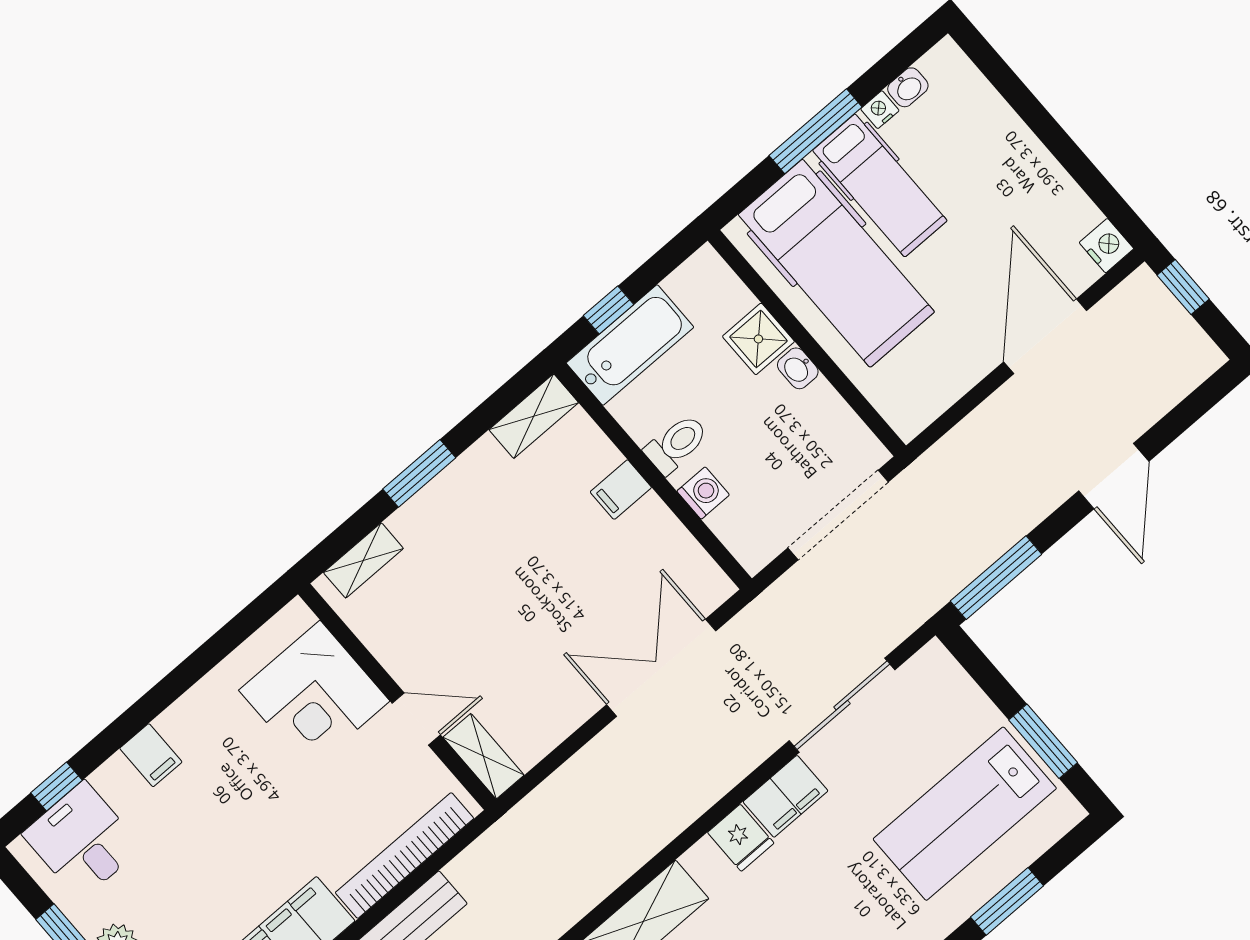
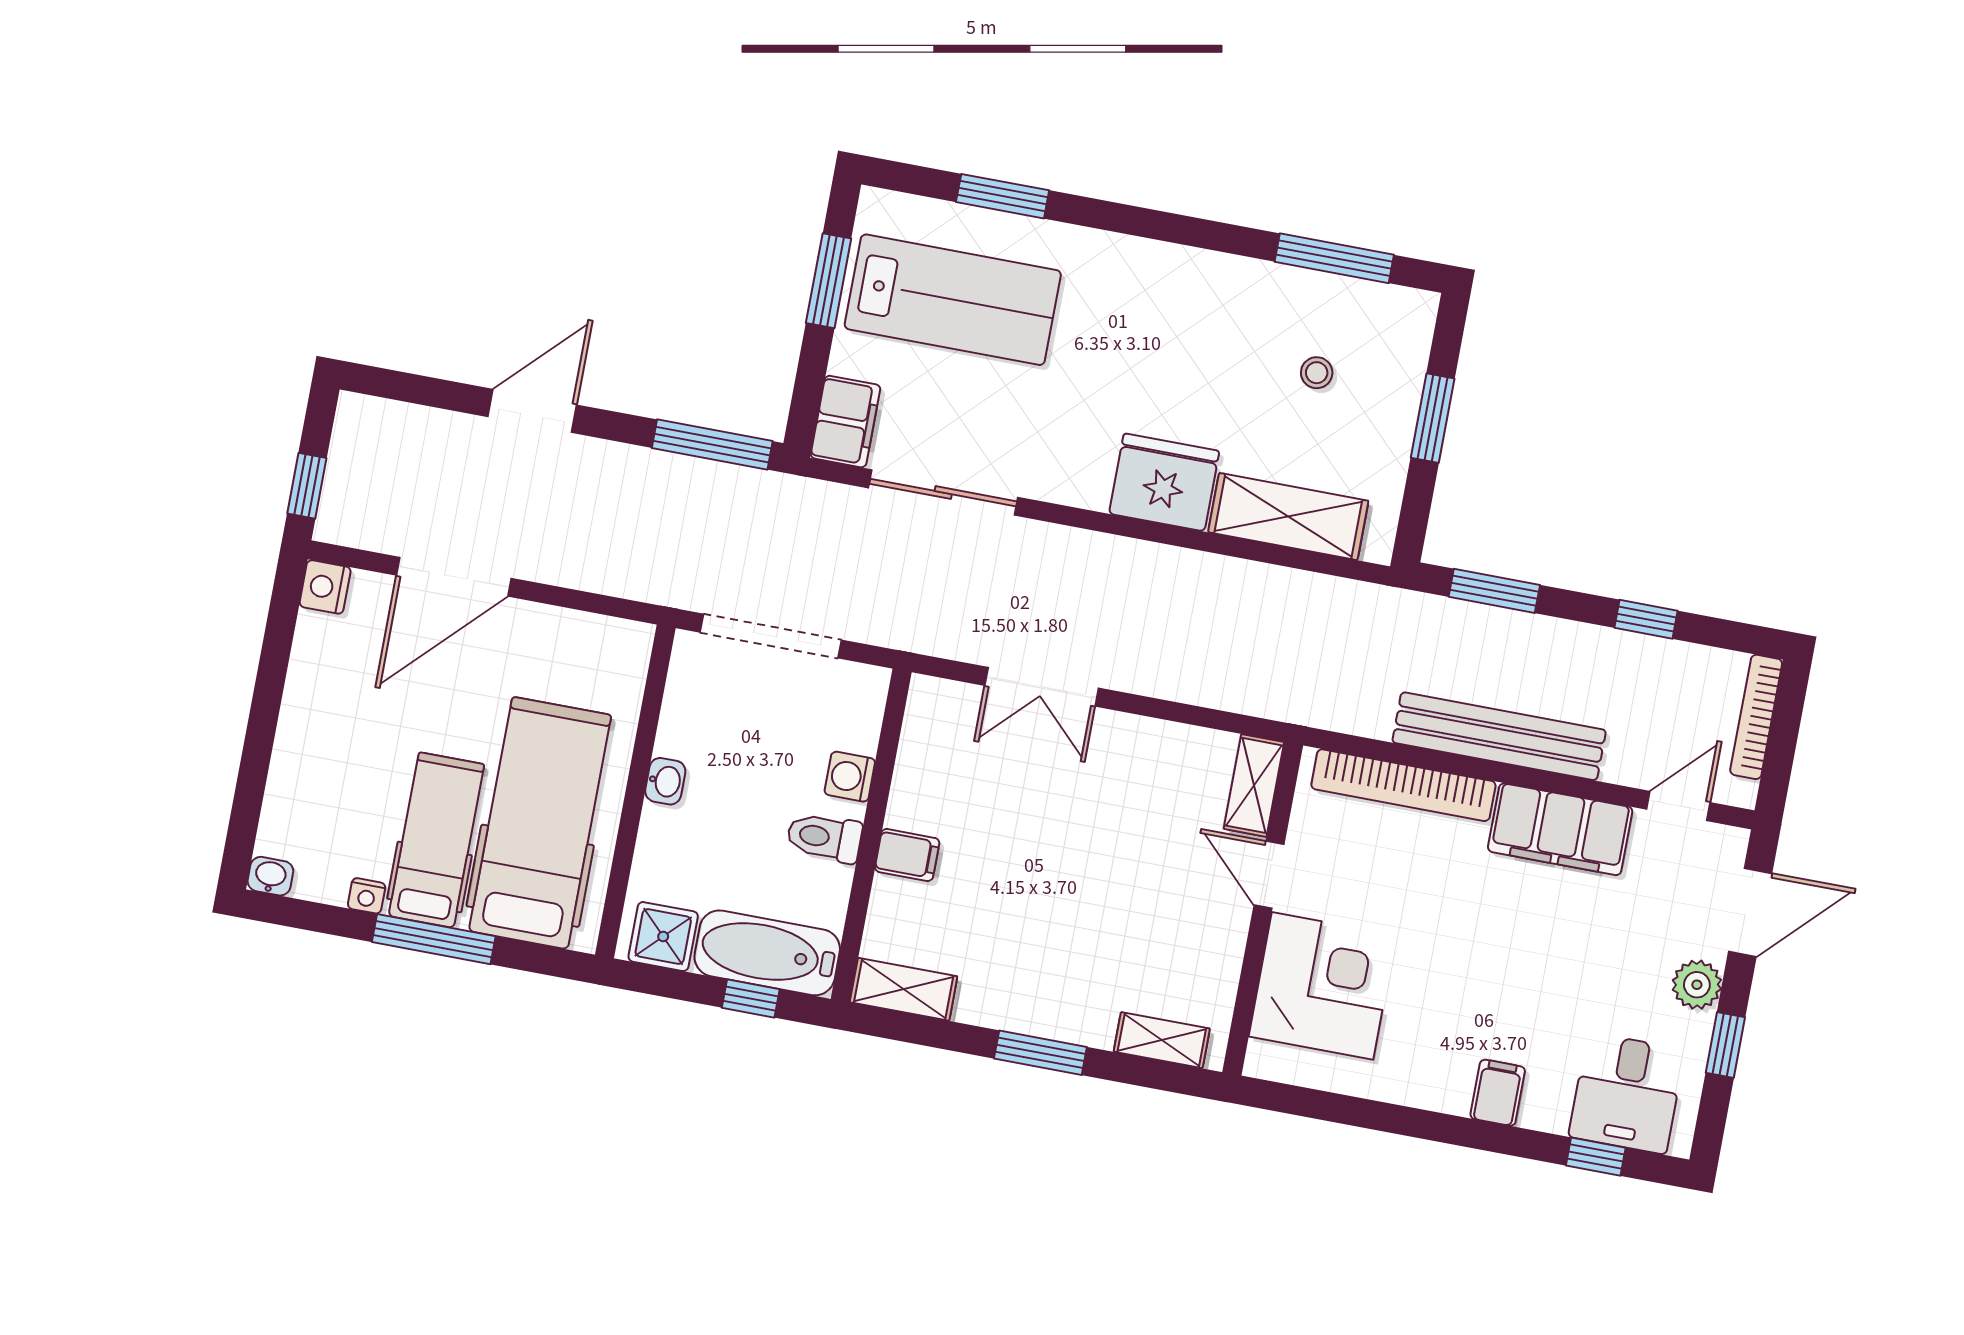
washbasin: (908, 87) -> (270, 876), moved
shower: (758, 339) -> (663, 937), moved
double door: (661, 668) -> (1042, 687), width x0.73
filing cabinet: (786, 796) -> (845, 422), moved, turned 90
fridge: (741, 838) -> (1164, 482), width x1.88, depth x1.34

